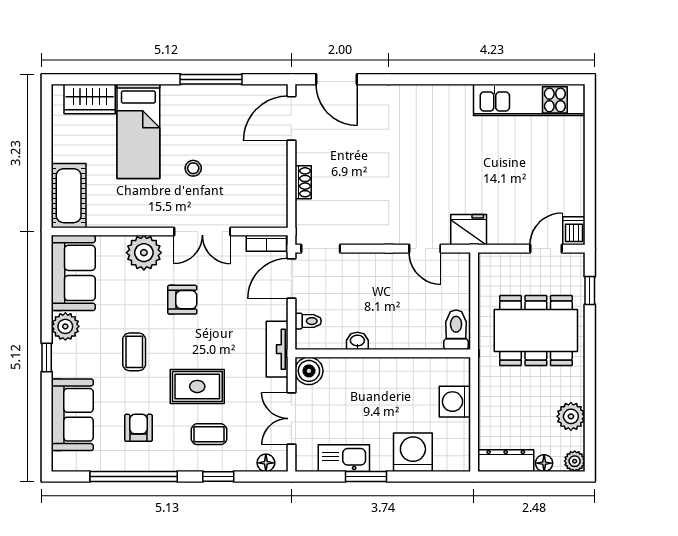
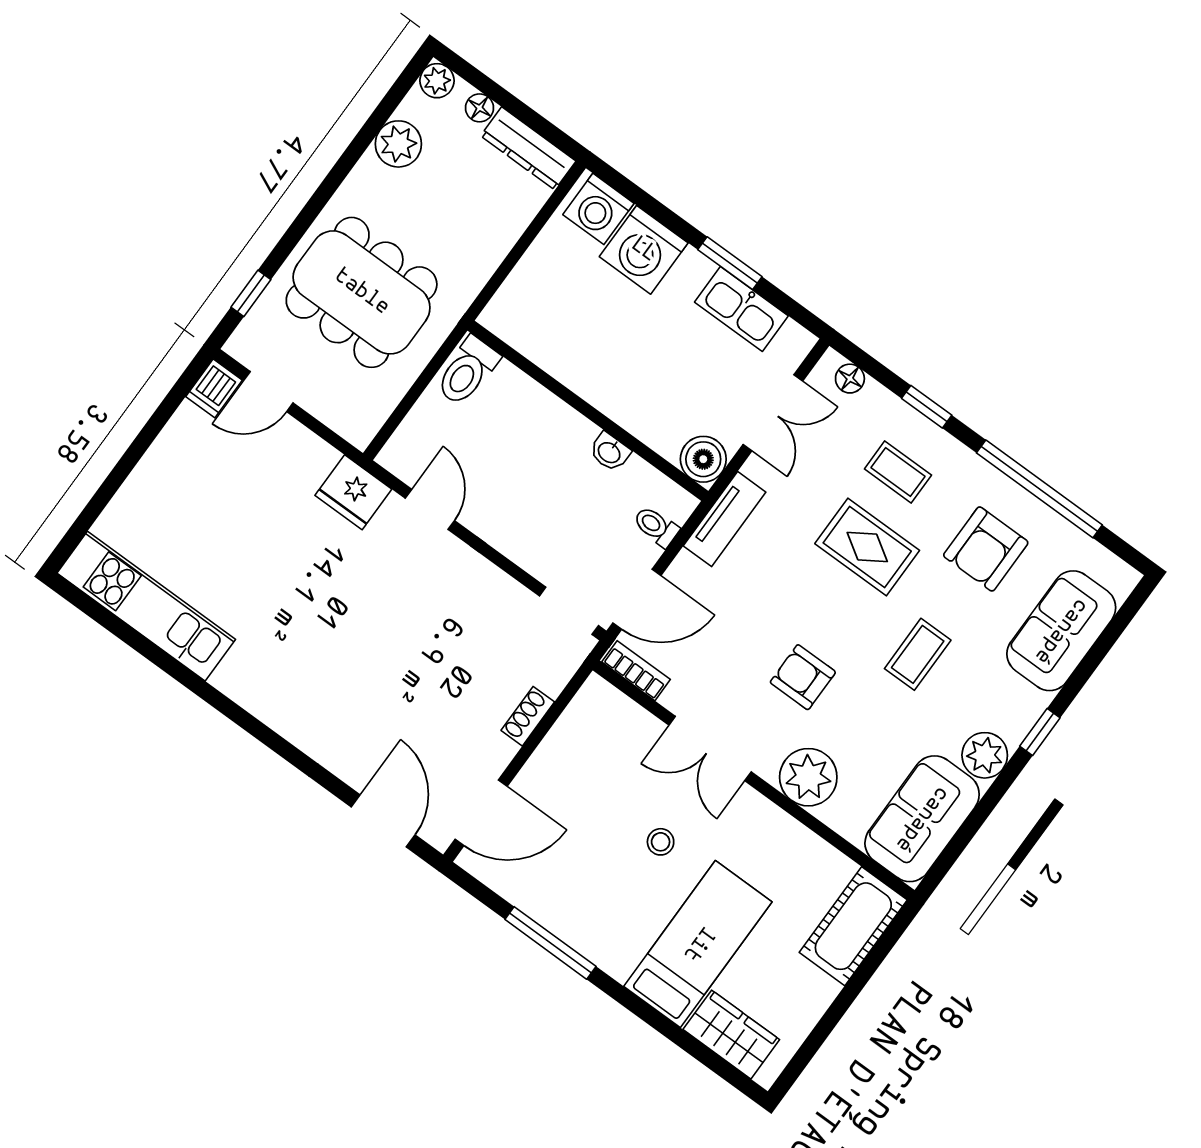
double door: (202, 232) -> (710, 748), swing flipped
washing machine: (455, 402) -> (598, 209), moved, turned 90
armchair: (138, 428) -> (986, 549), width x1.38, depth x1.38

